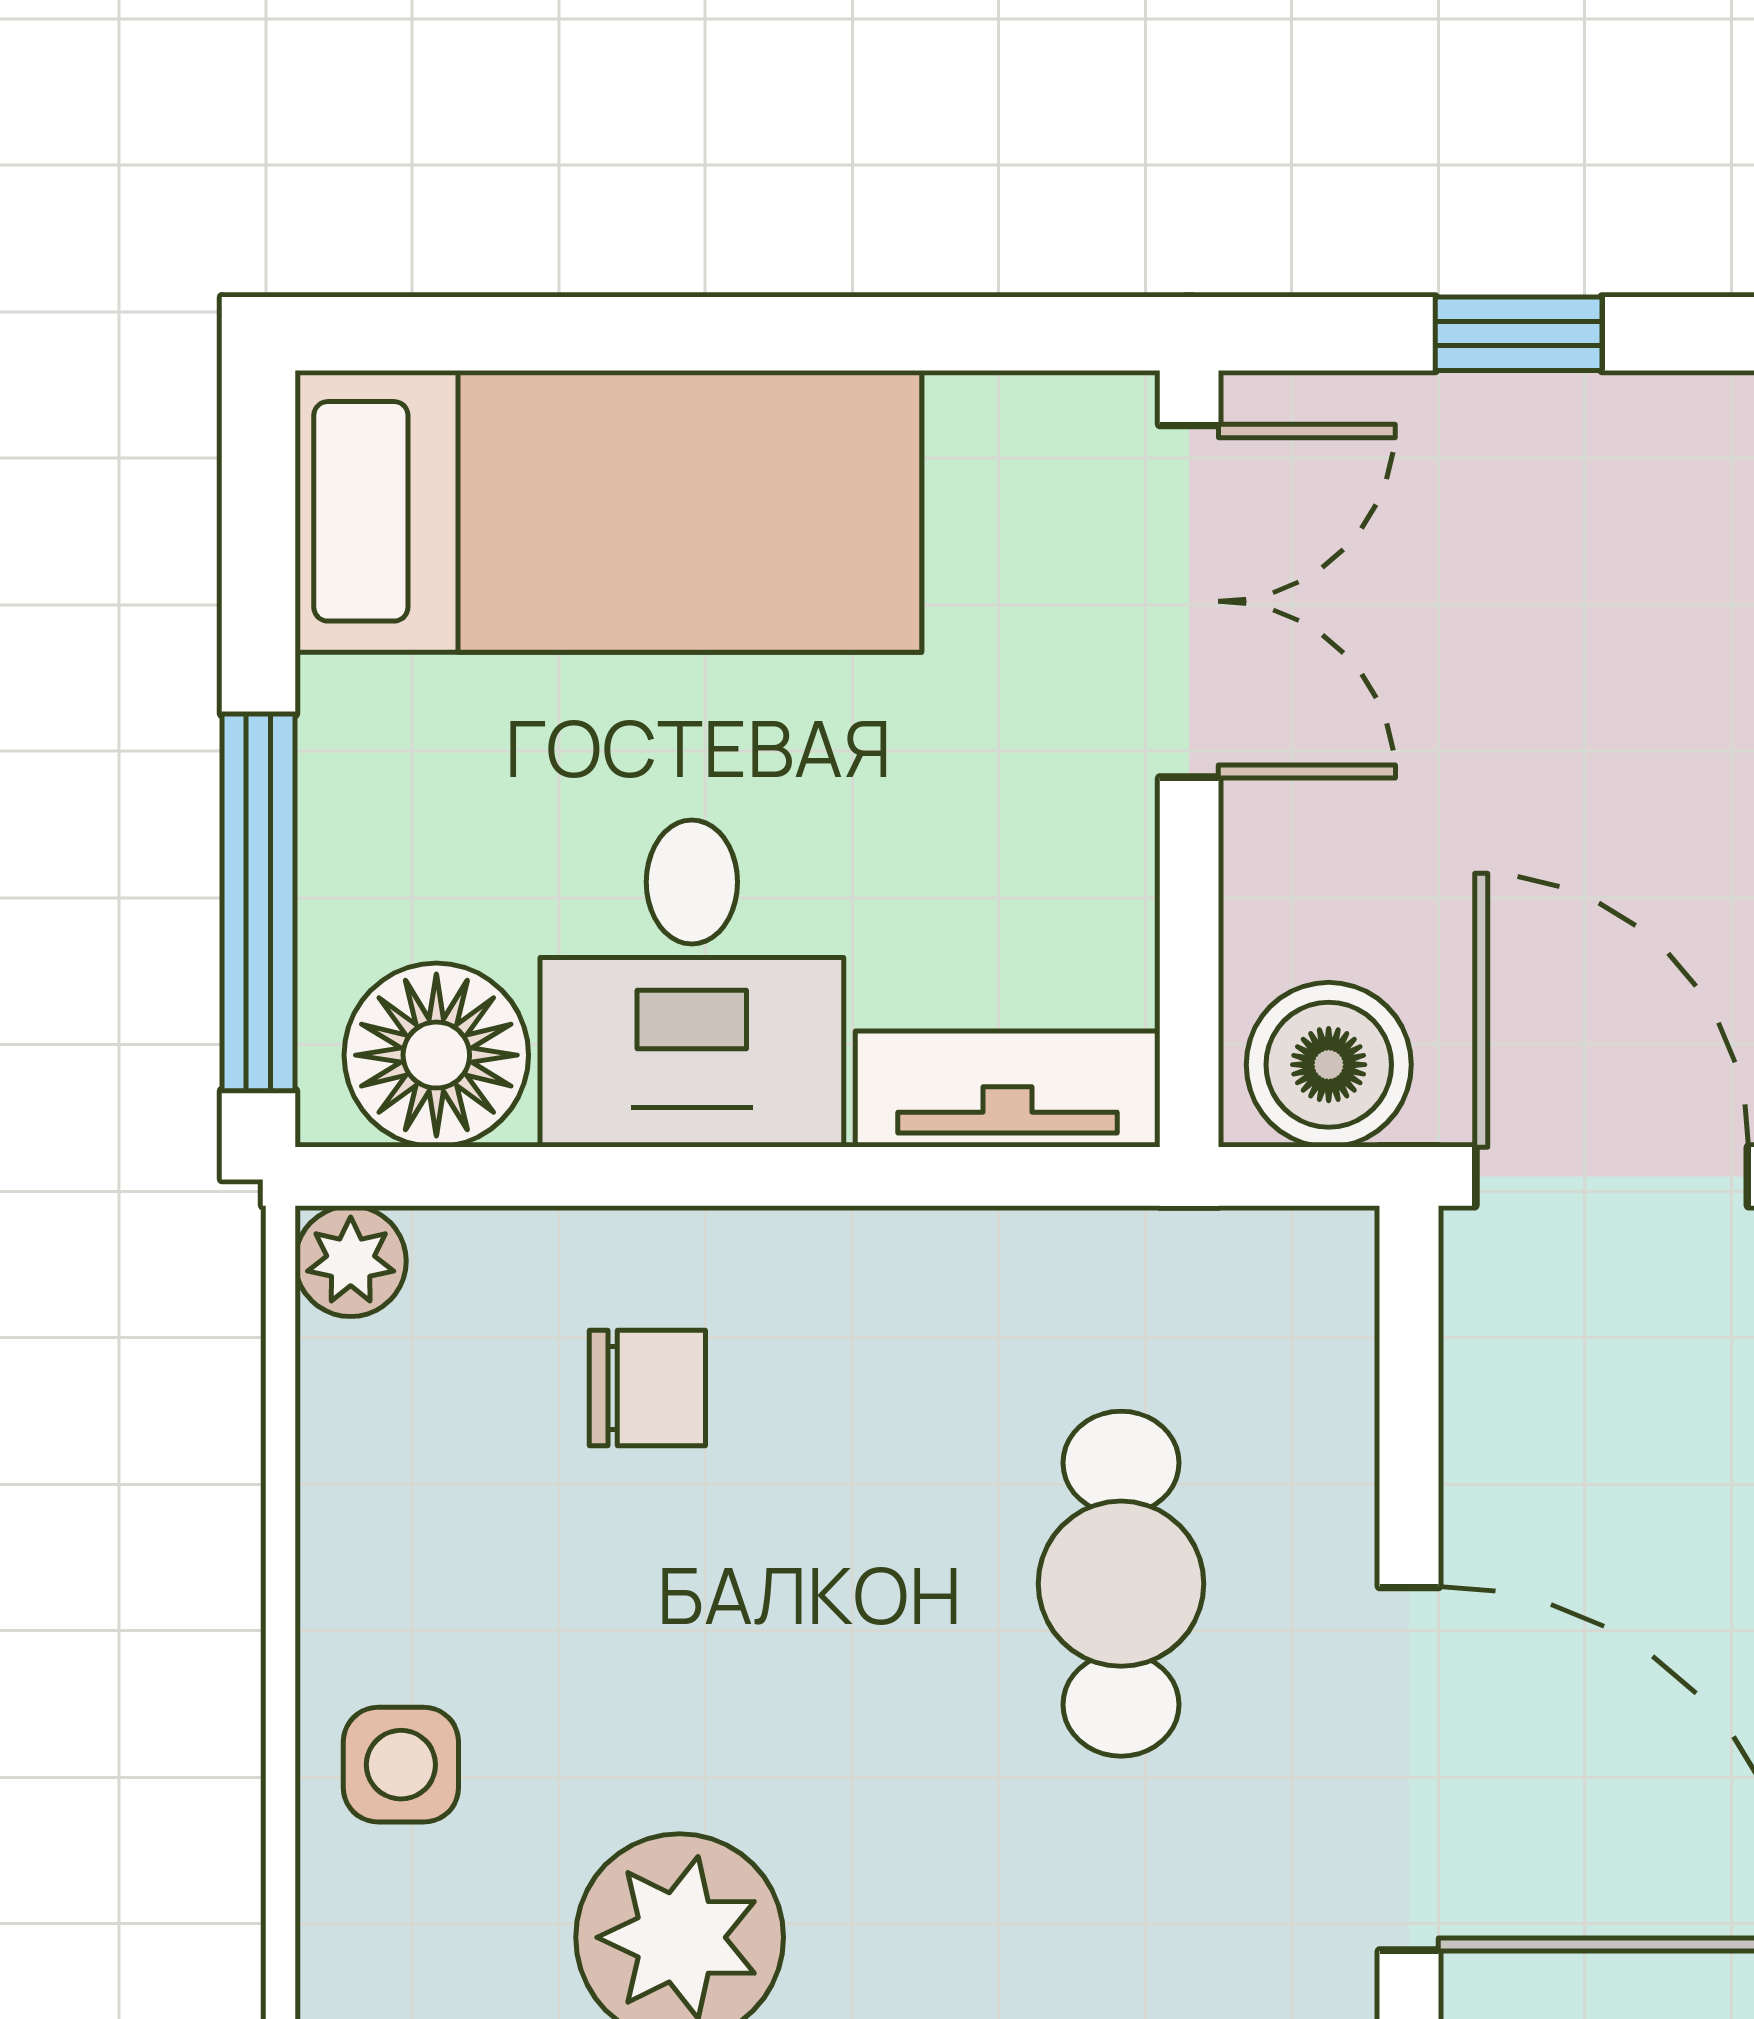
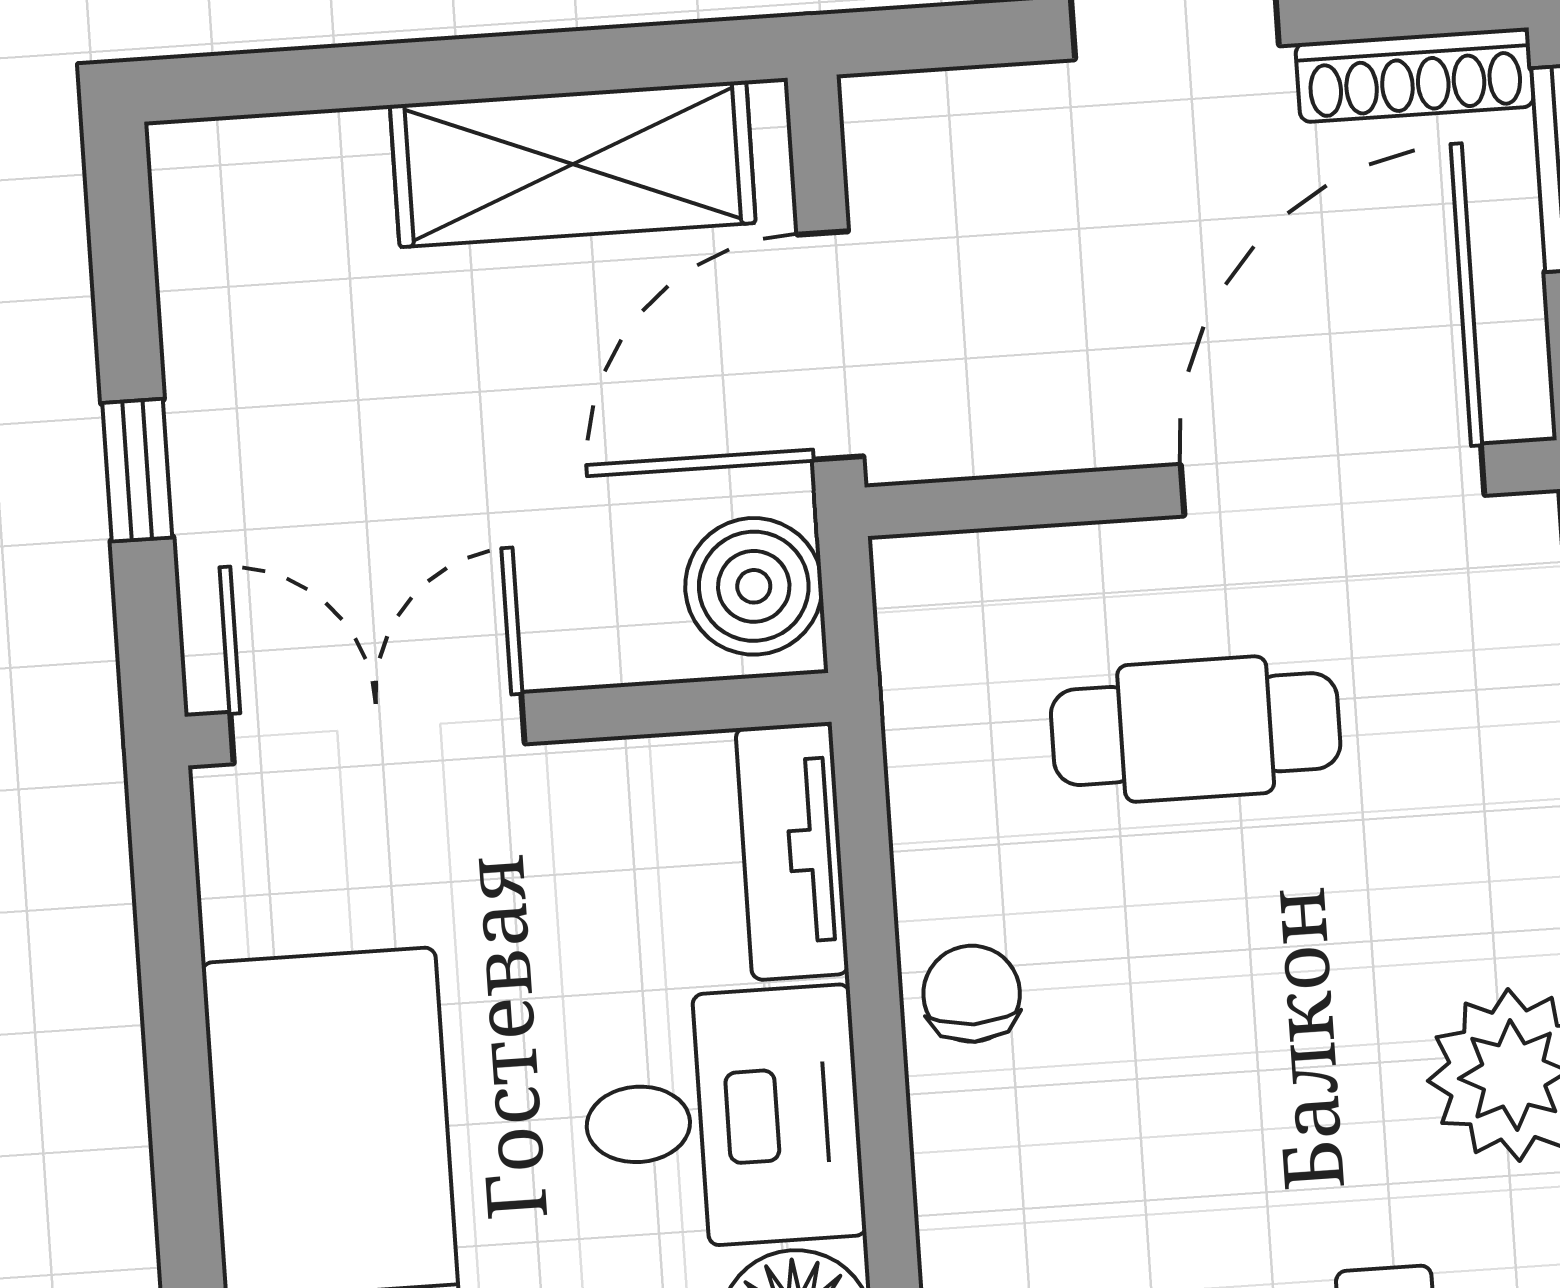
chair: (647, 1388) -> (972, 994), moved

